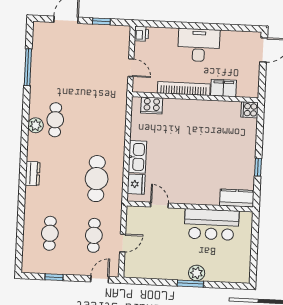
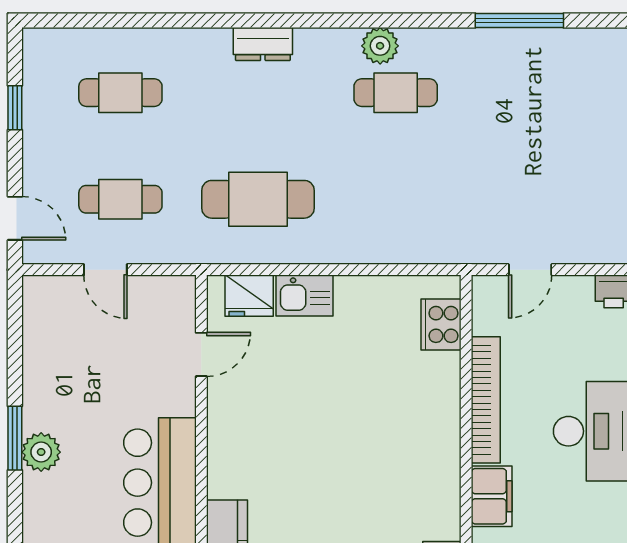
kitchen sink: (137, 157) -> (304, 296), width x0.73

